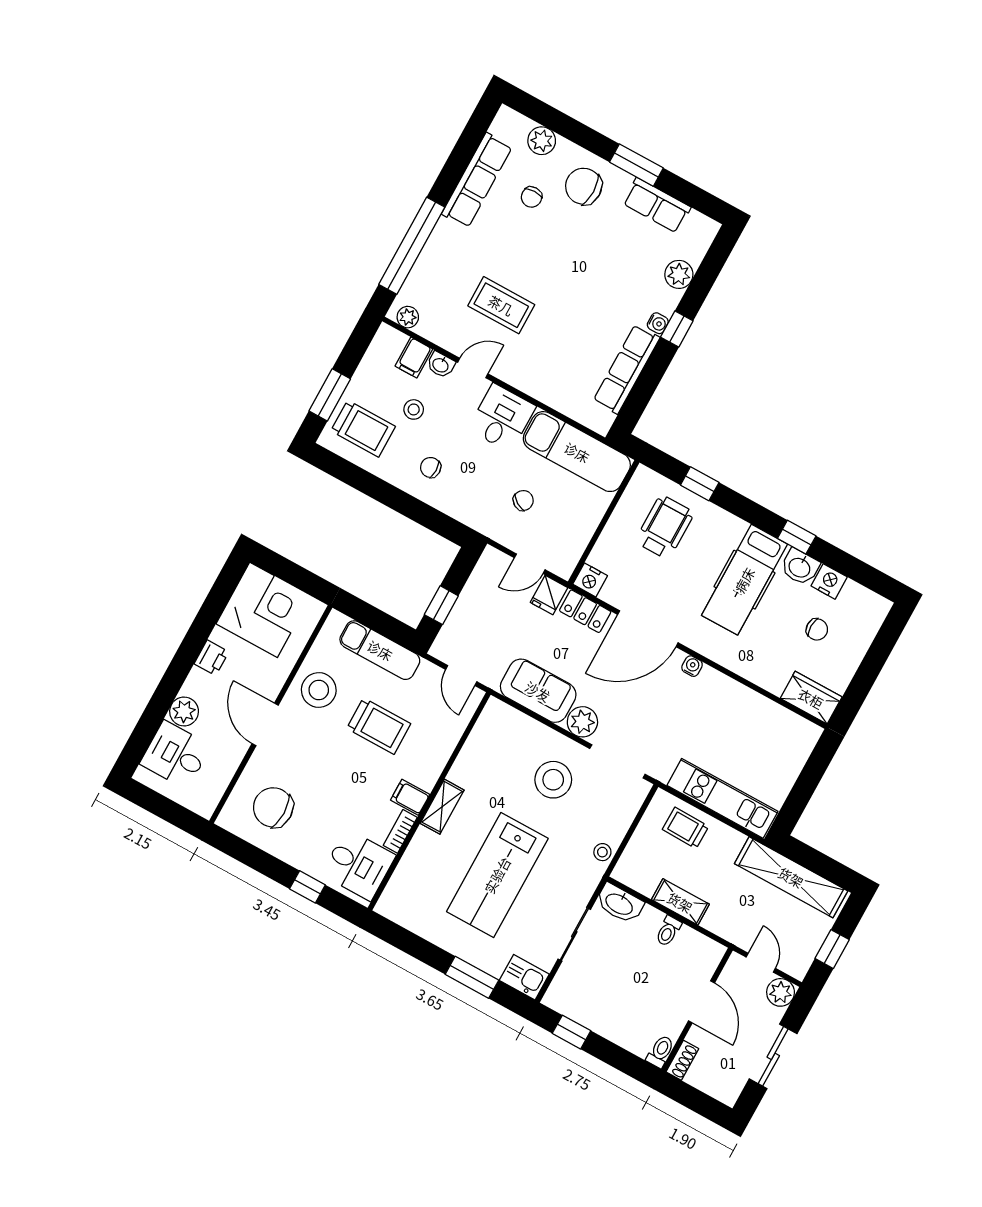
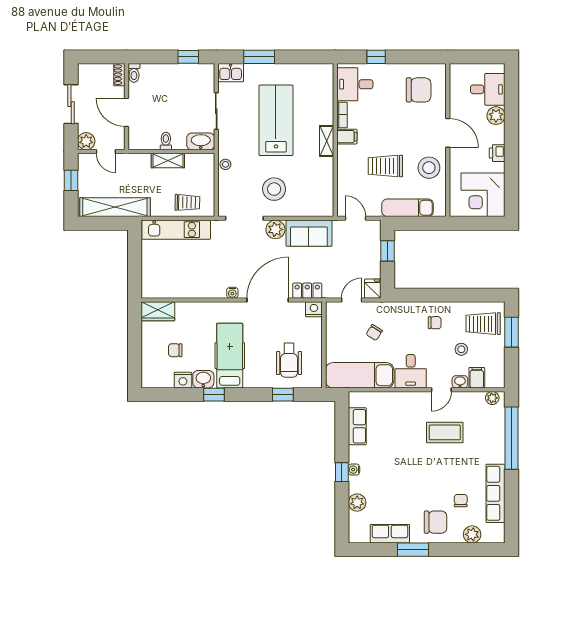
row of seats: (626, 369) -> (357, 426), width x0.68
fridge: (549, 595) -> (373, 289), moved

